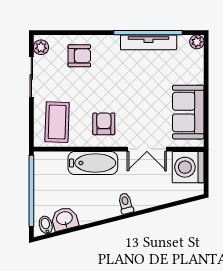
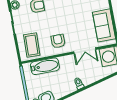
bathtub: (93, 163) -> (45, 66), moved

